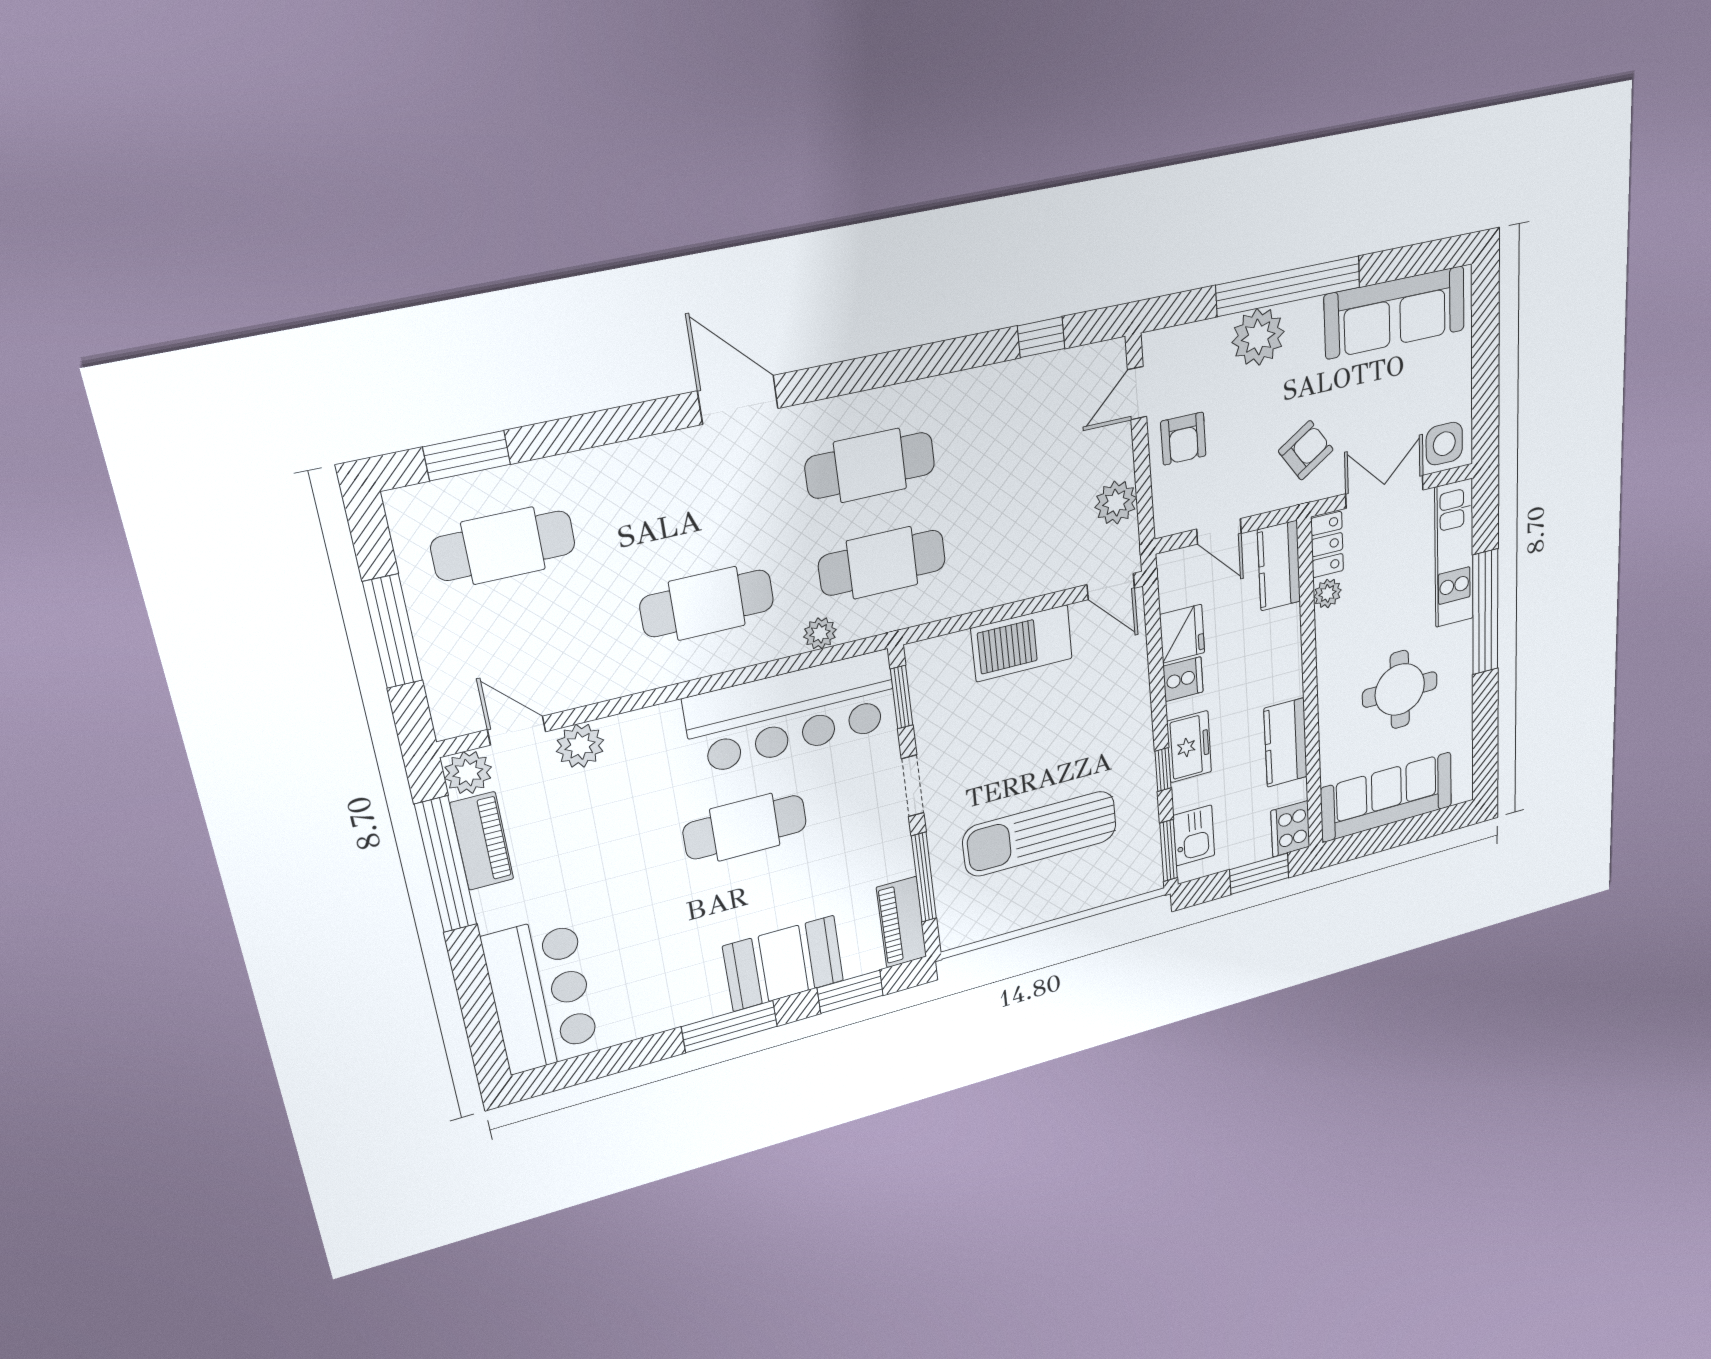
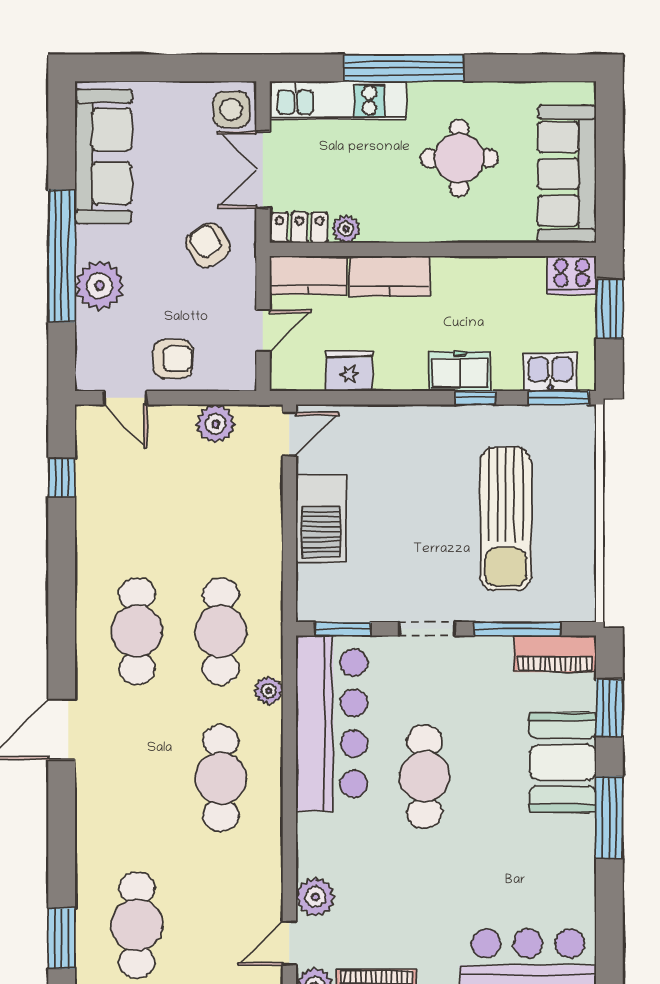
cooker: (1183, 679) -> (393, 373), removed
kitchen counter: (1286, 743) -> (390, 276), moved

